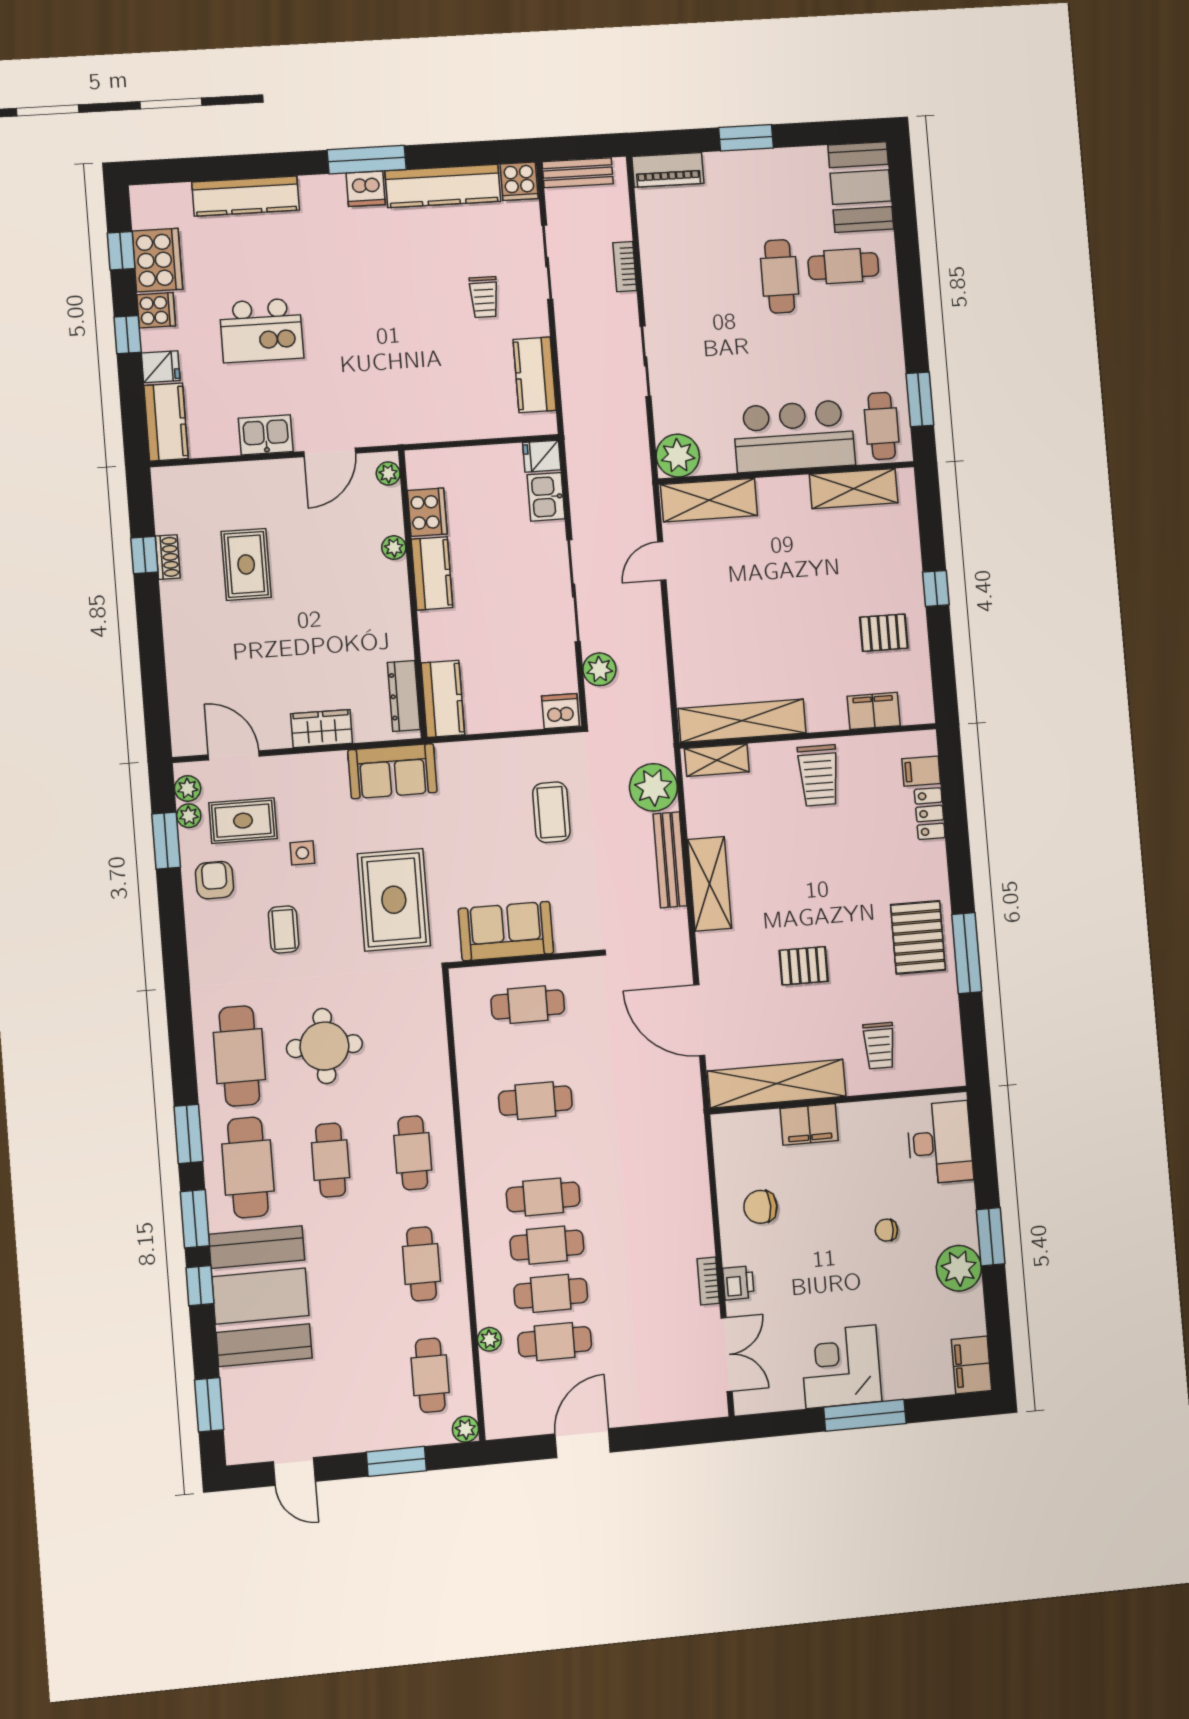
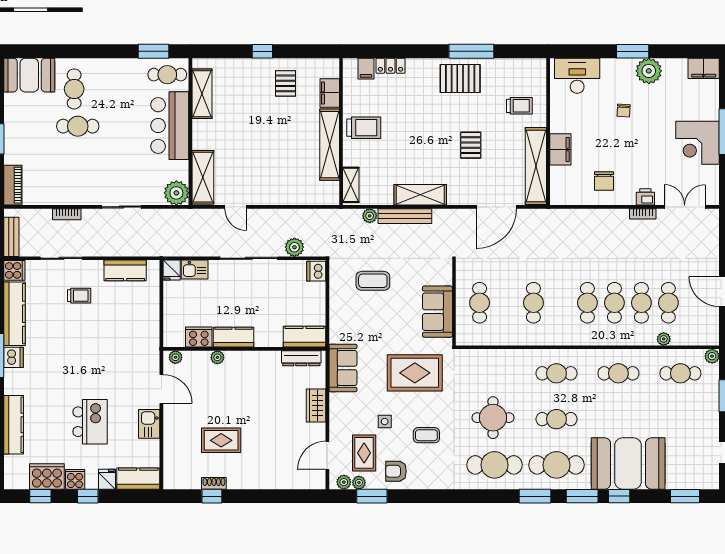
shelving: (742, 721) -> (330, 145), moved
plant: (653, 787) -> (370, 216), width x0.53, depth x0.53

